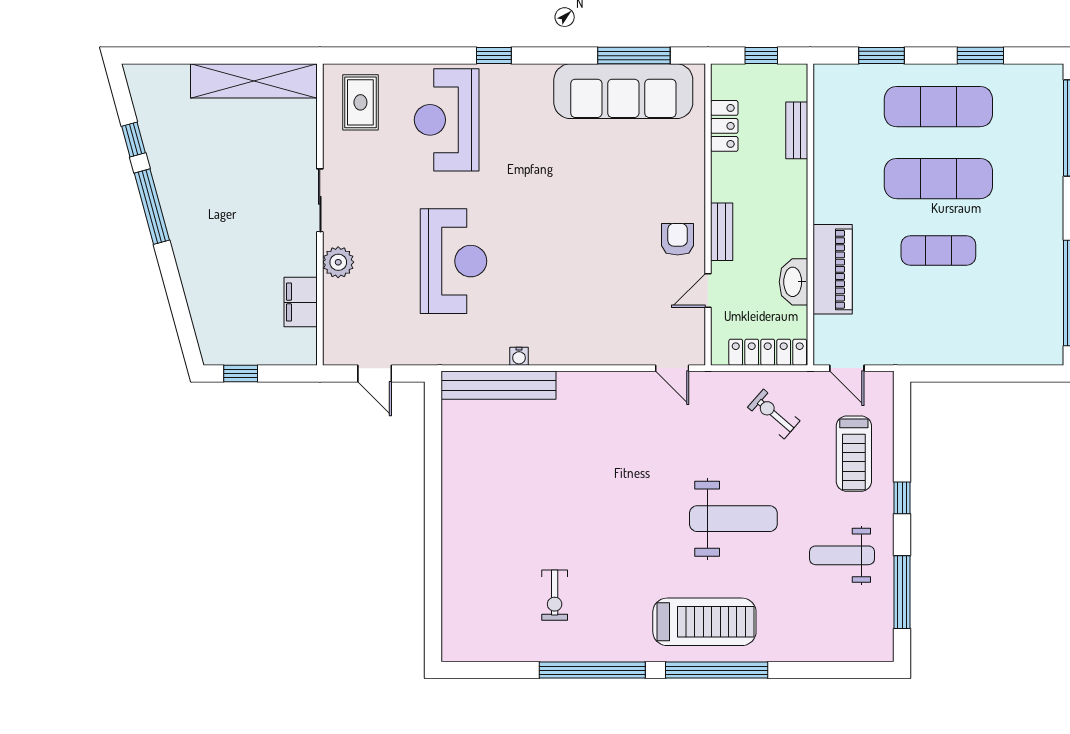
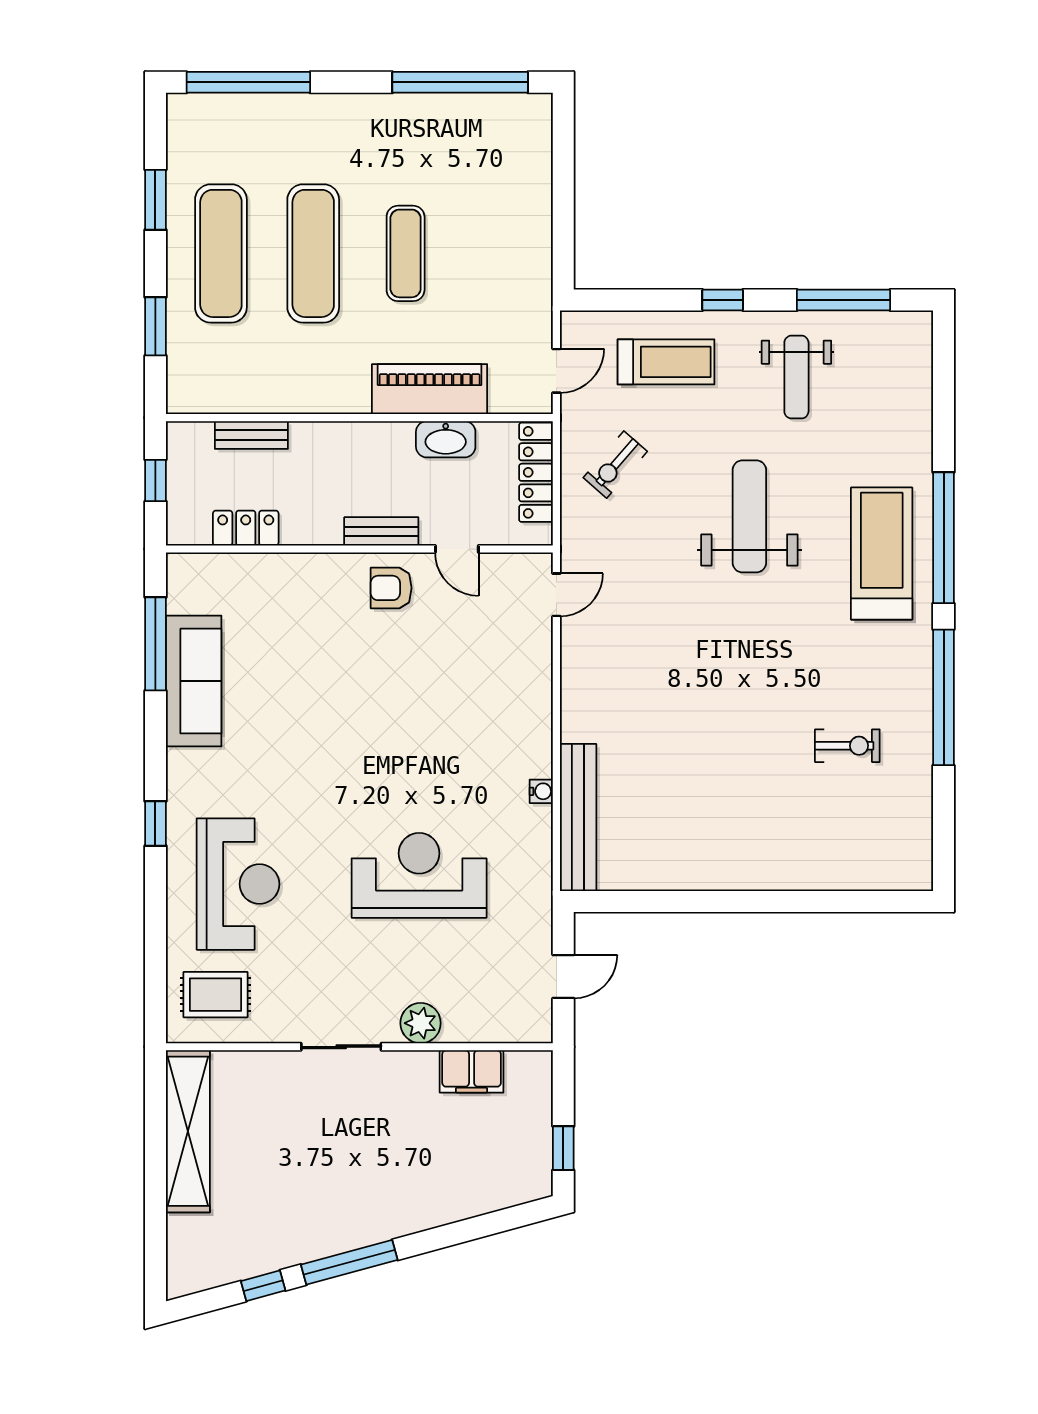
sofa: (623, 91) -> (194, 681), width x0.74, depth x0.79
reception desk: (447, 120) -> (238, 884), turned -90

